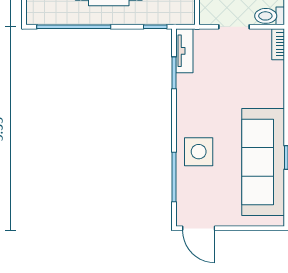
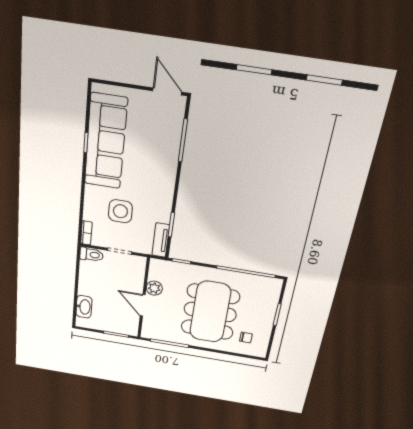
side table: (199, 152) -> (120, 211), moved

